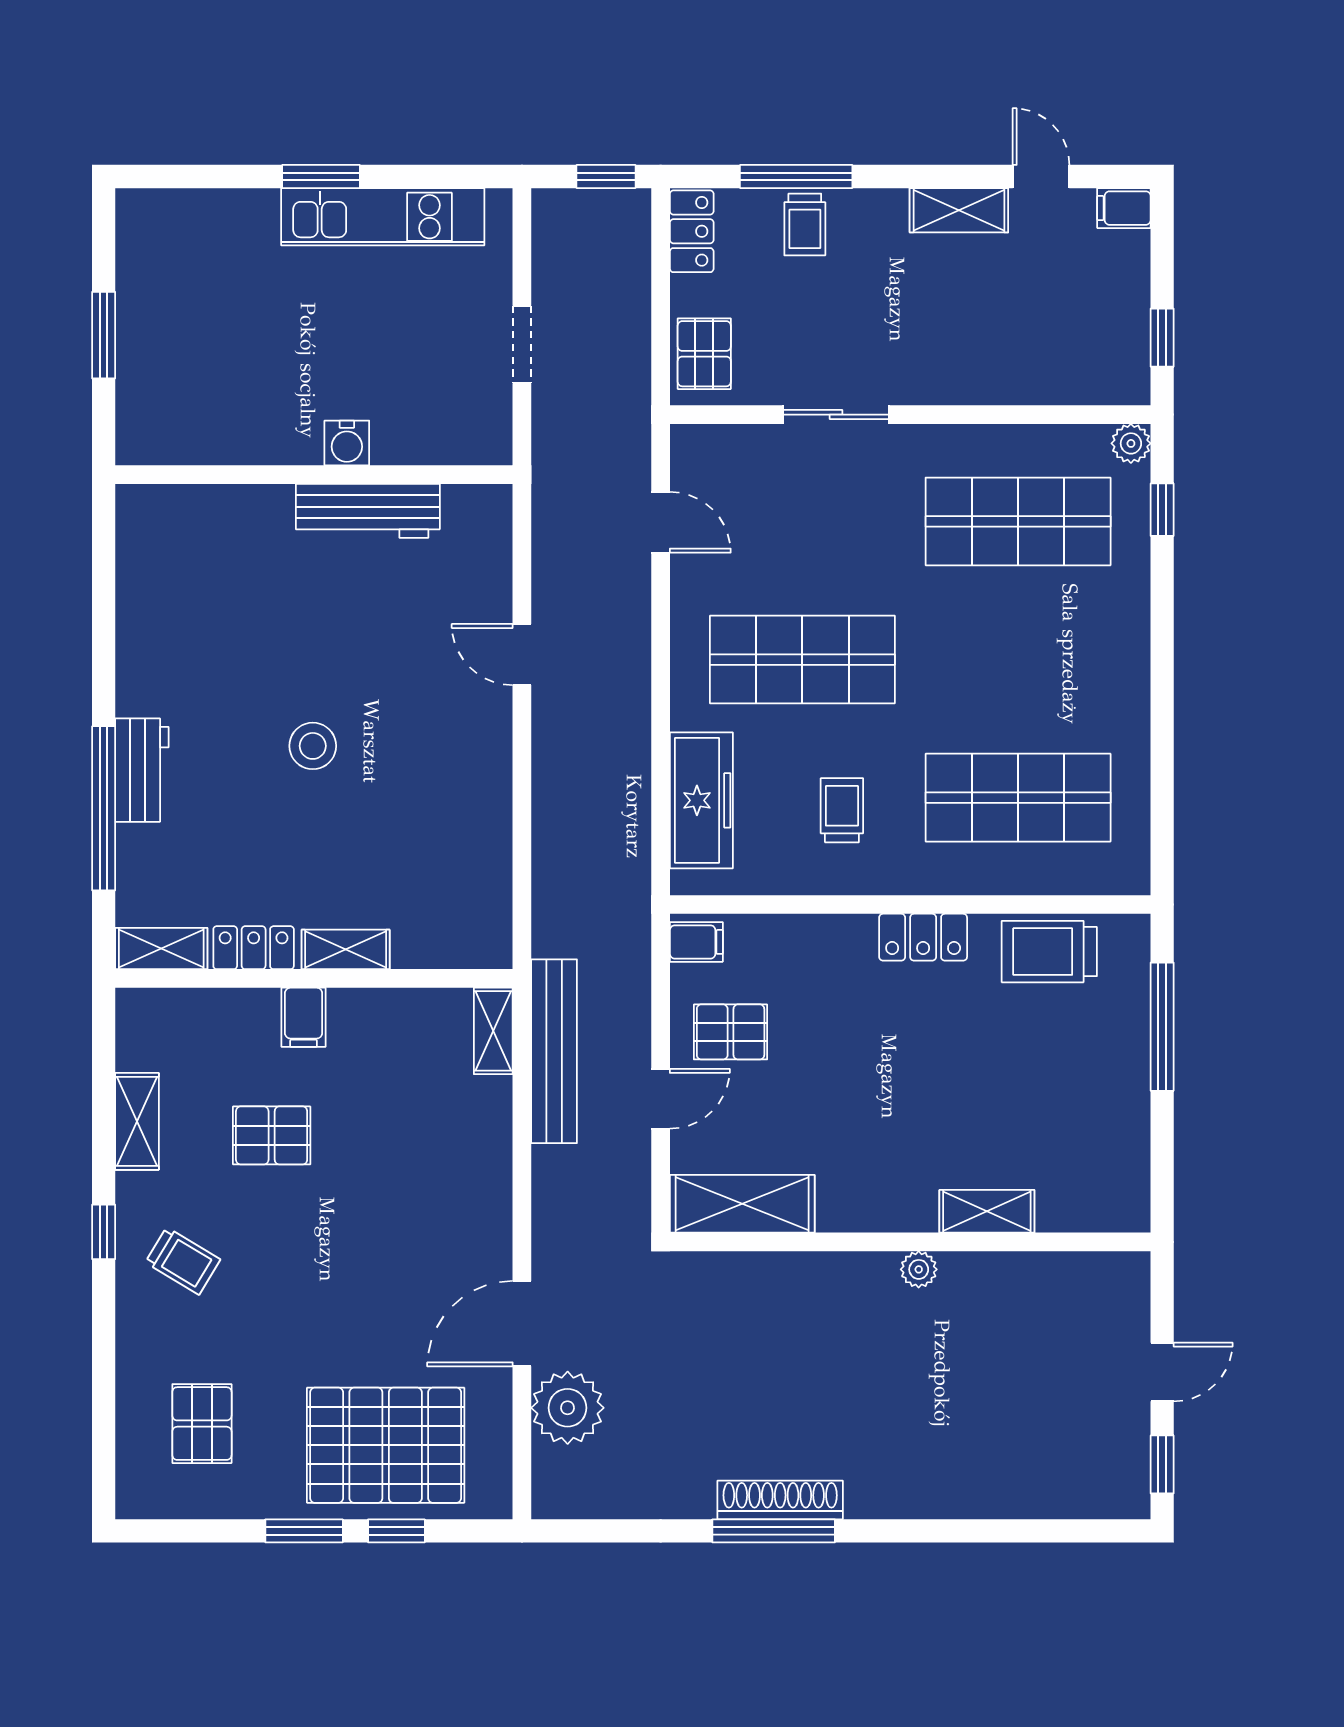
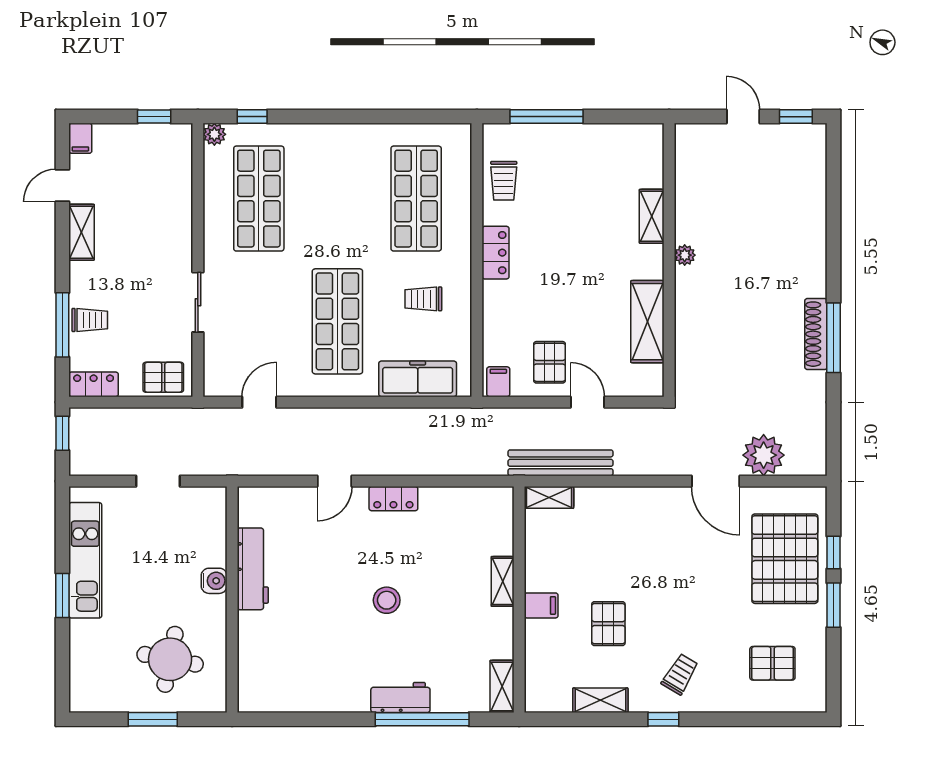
round table: (209, 366) -> (170, 659), added
locker: (254, 948) -> (393, 499), moved, turned -90
trolley: (1049, 952) -> (504, 181), width x0.73, depth x0.72
shelving: (742, 1204) -> (647, 322), moved

